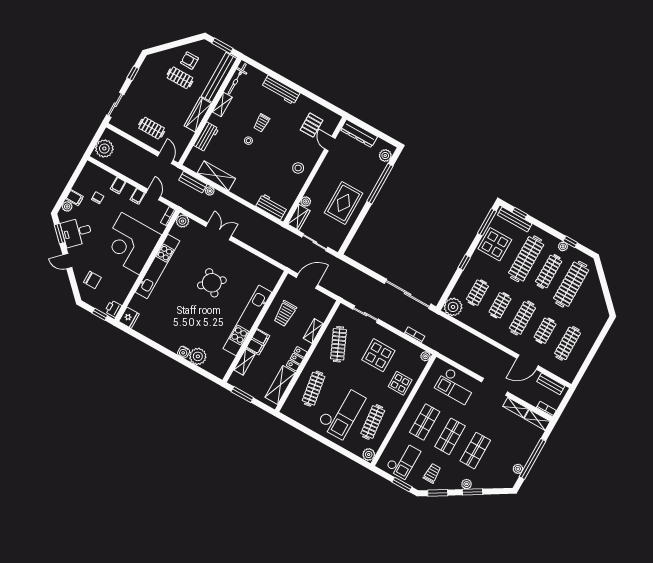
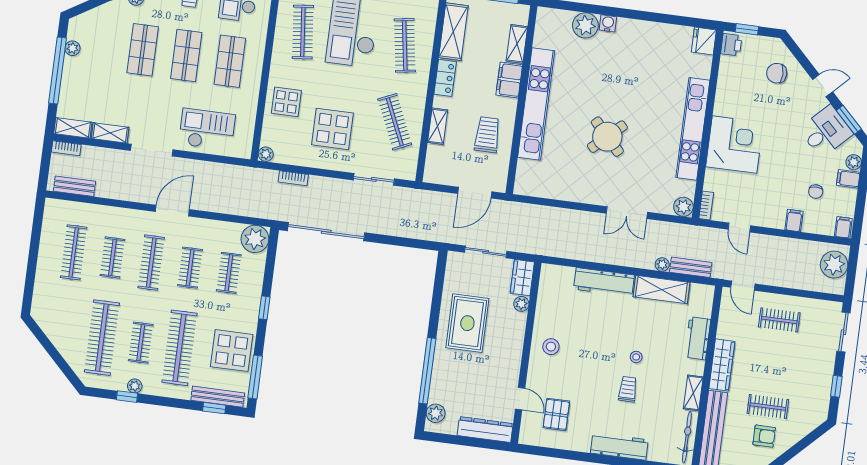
filing cabinet: (138, 196) -> (843, 227), moved
workbench: (272, 207) -> (604, 282), moved, width x1.38
corner desk: (130, 244) -> (735, 145), width x0.74, depth x0.74
clothes rail: (549, 271) -> (141, 343), width x0.73
door: (528, 362) -> (172, 211), moved

